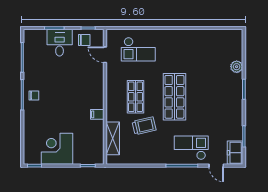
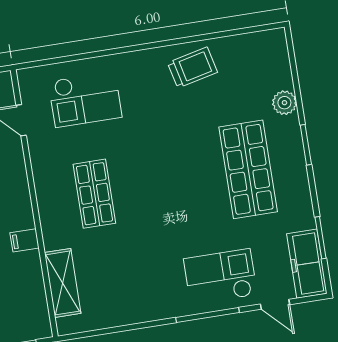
shop shelf: (174, 97) -> (248, 169), moved
trolley: (144, 126) -> (193, 68), moved
freezer: (235, 153) -> (307, 264), width x1.40

